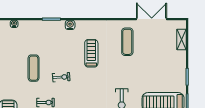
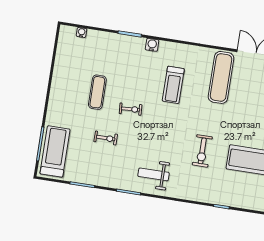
exercise mat: (127, 42) -> (221, 77), width x1.36, depth x1.45
treadmill: (91, 53) -> (173, 85), turned 180

